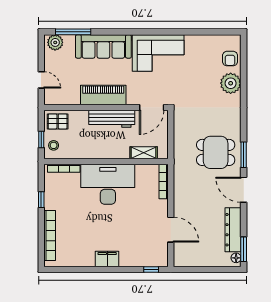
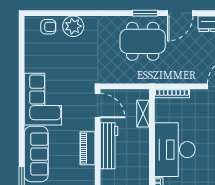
piano: (103, 95) -> (87, 148), width x0.73, depth x0.75
dining table: (216, 152) -> (143, 41), width x1.37

